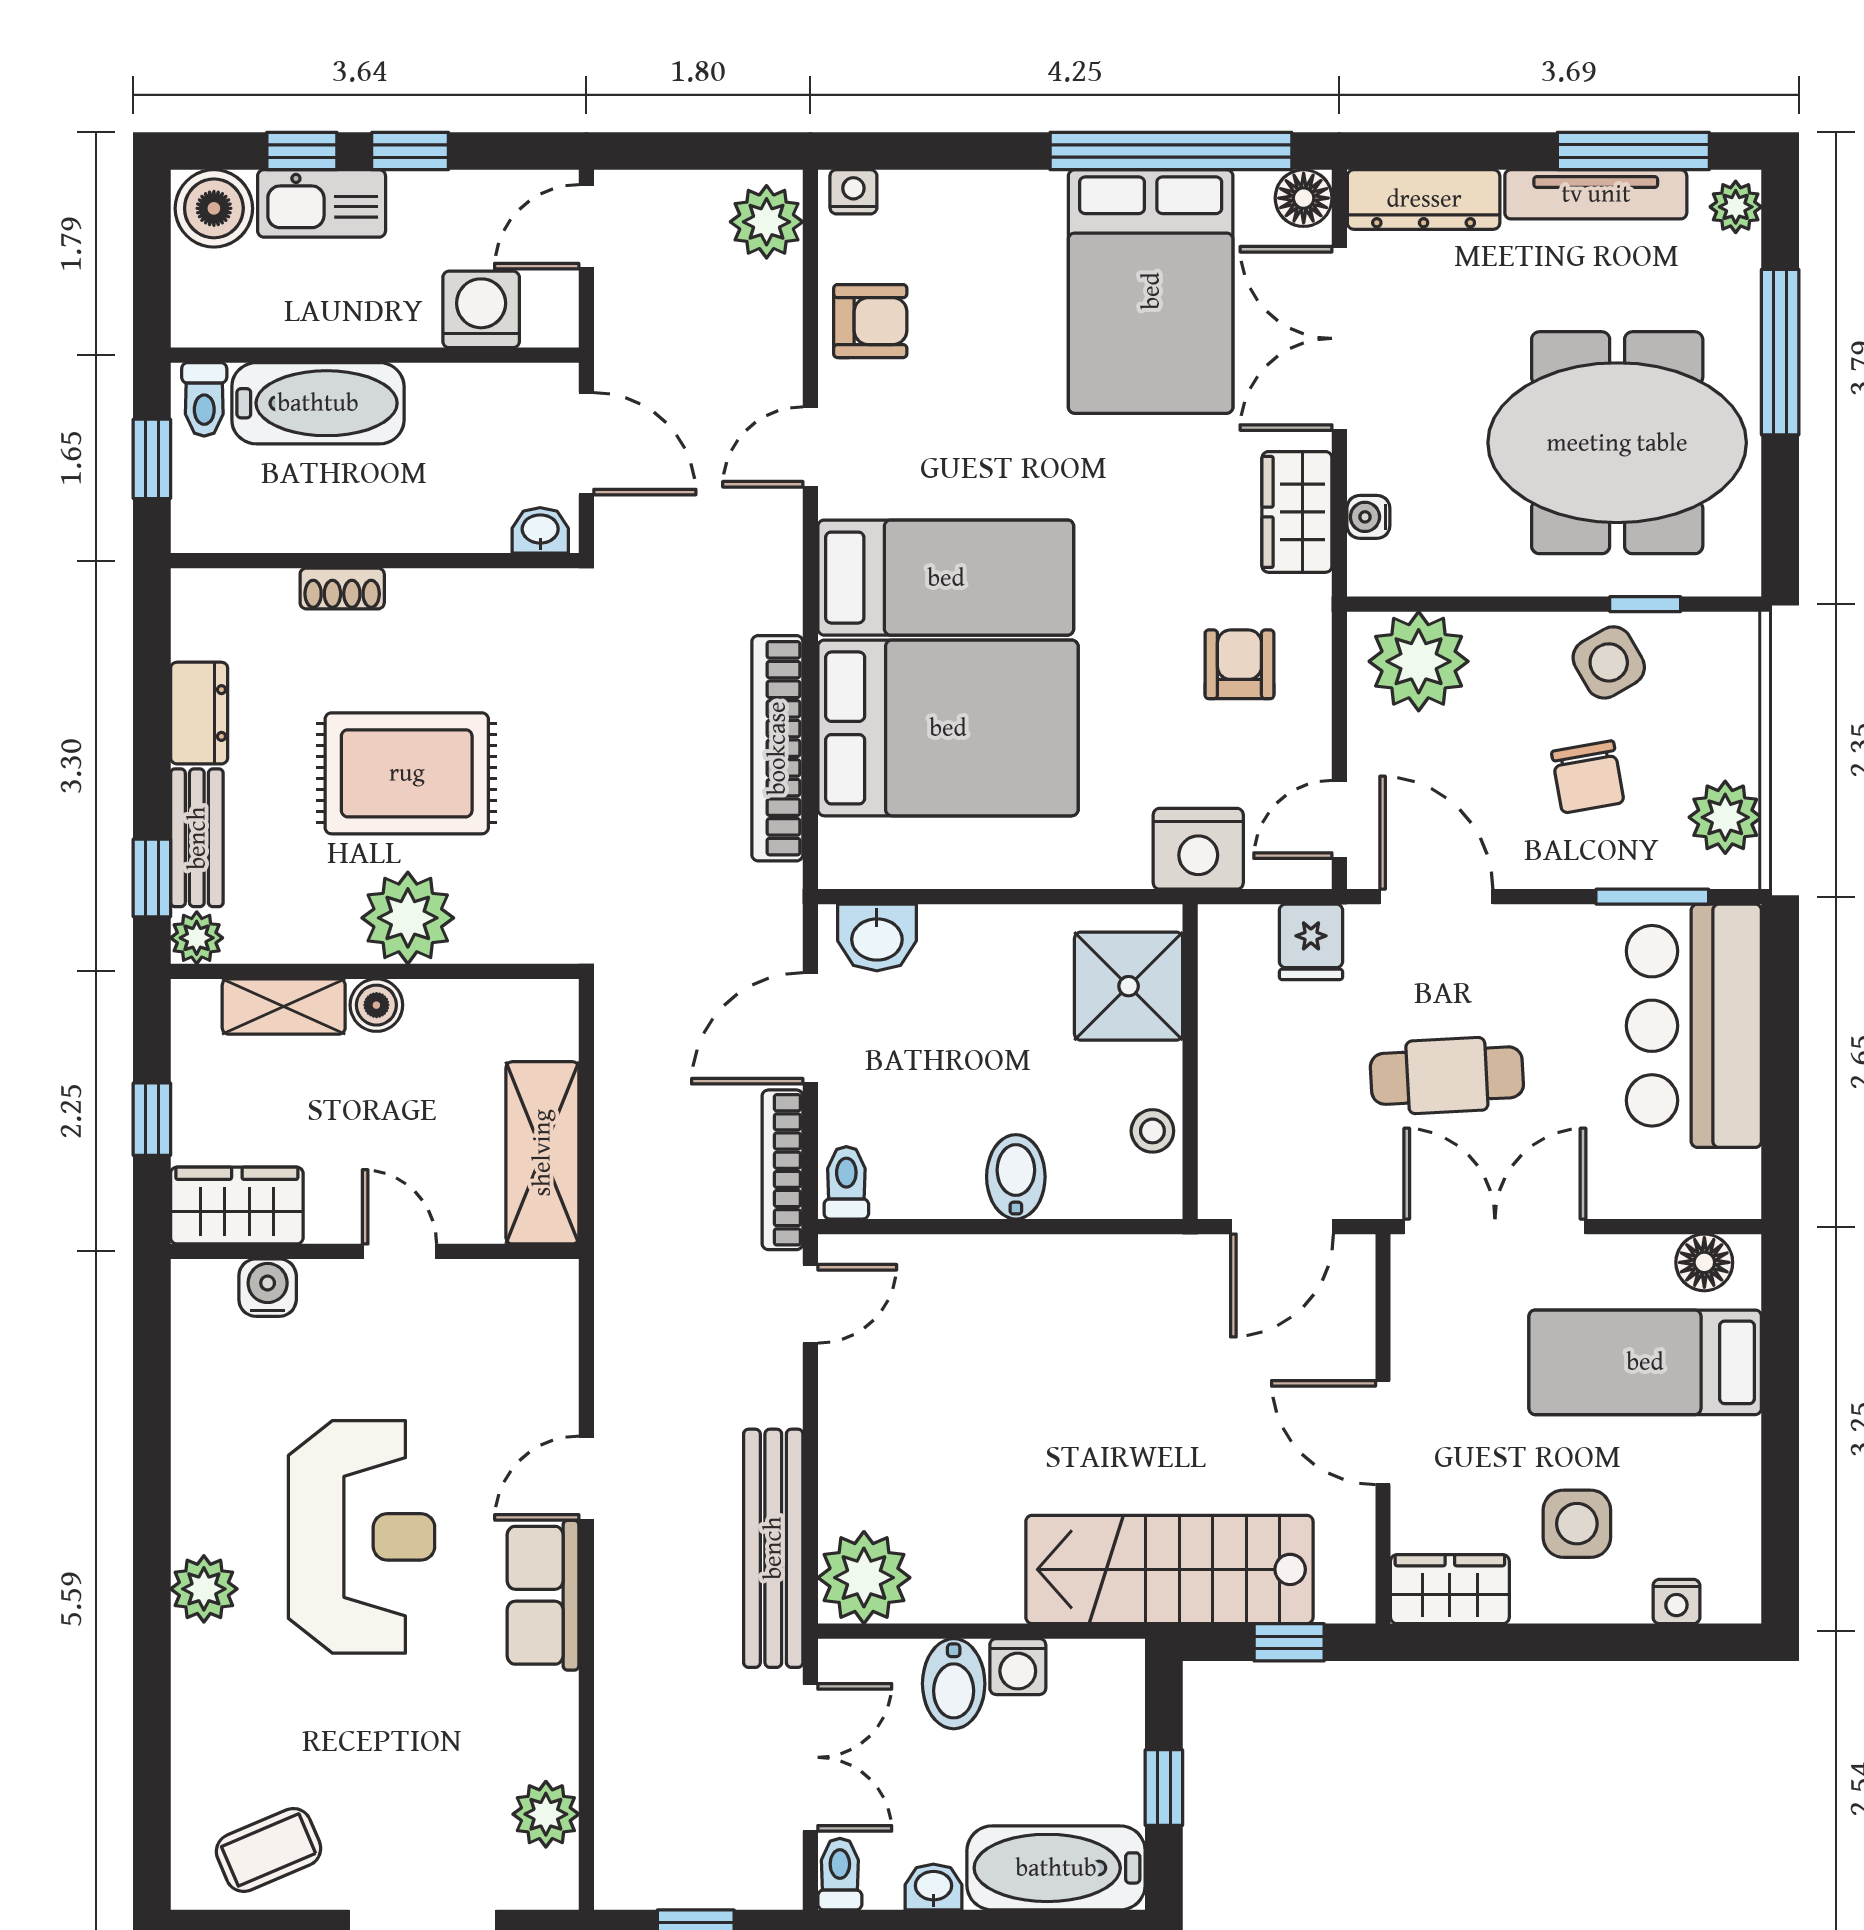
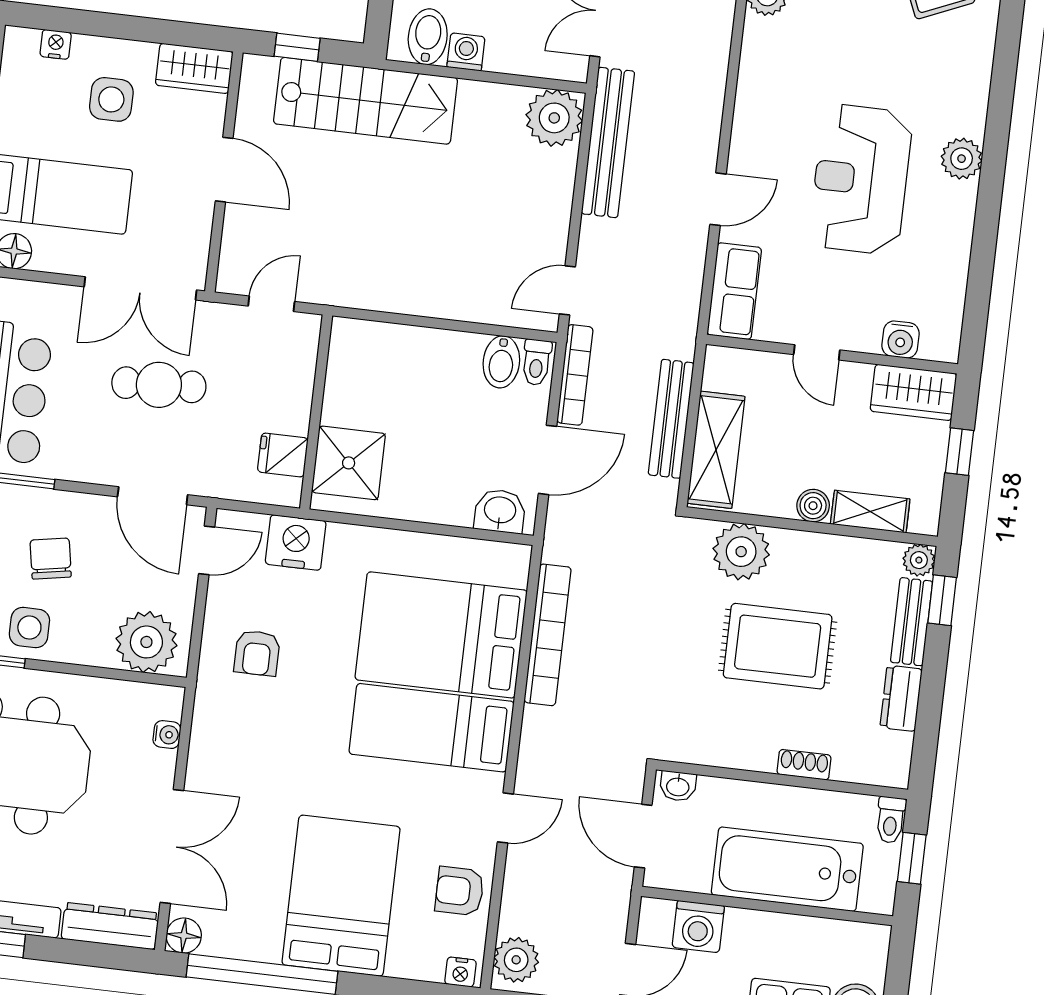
bed: (1151, 291) -> (341, 896), moved
toilet: (204, 399) -> (891, 820), moved, turned 180
bathtub: (318, 403) -> (787, 869), width x1.36, depth x1.36
wardrobe: (1297, 512) -> (211, 743), removed
side table: (1609, 662) -> (29, 628), turned 30
plant: (408, 918) -> (741, 552), moved
fridge: (1311, 942) -> (283, 455), moved, turned -90
bench: (620, 1118) -> (671, 419), added
stool: (1152, 1131) -> (344, 372), removed
shelving: (542, 1153) -> (716, 450), moved
bidet: (1016, 1177) -> (501, 362), moved
door: (1282, 1227) -> (271, 304), width x0.73
row of seats: (543, 1595) -> (734, 291), moved
bidet: (954, 1684) -> (428, 37), moved

